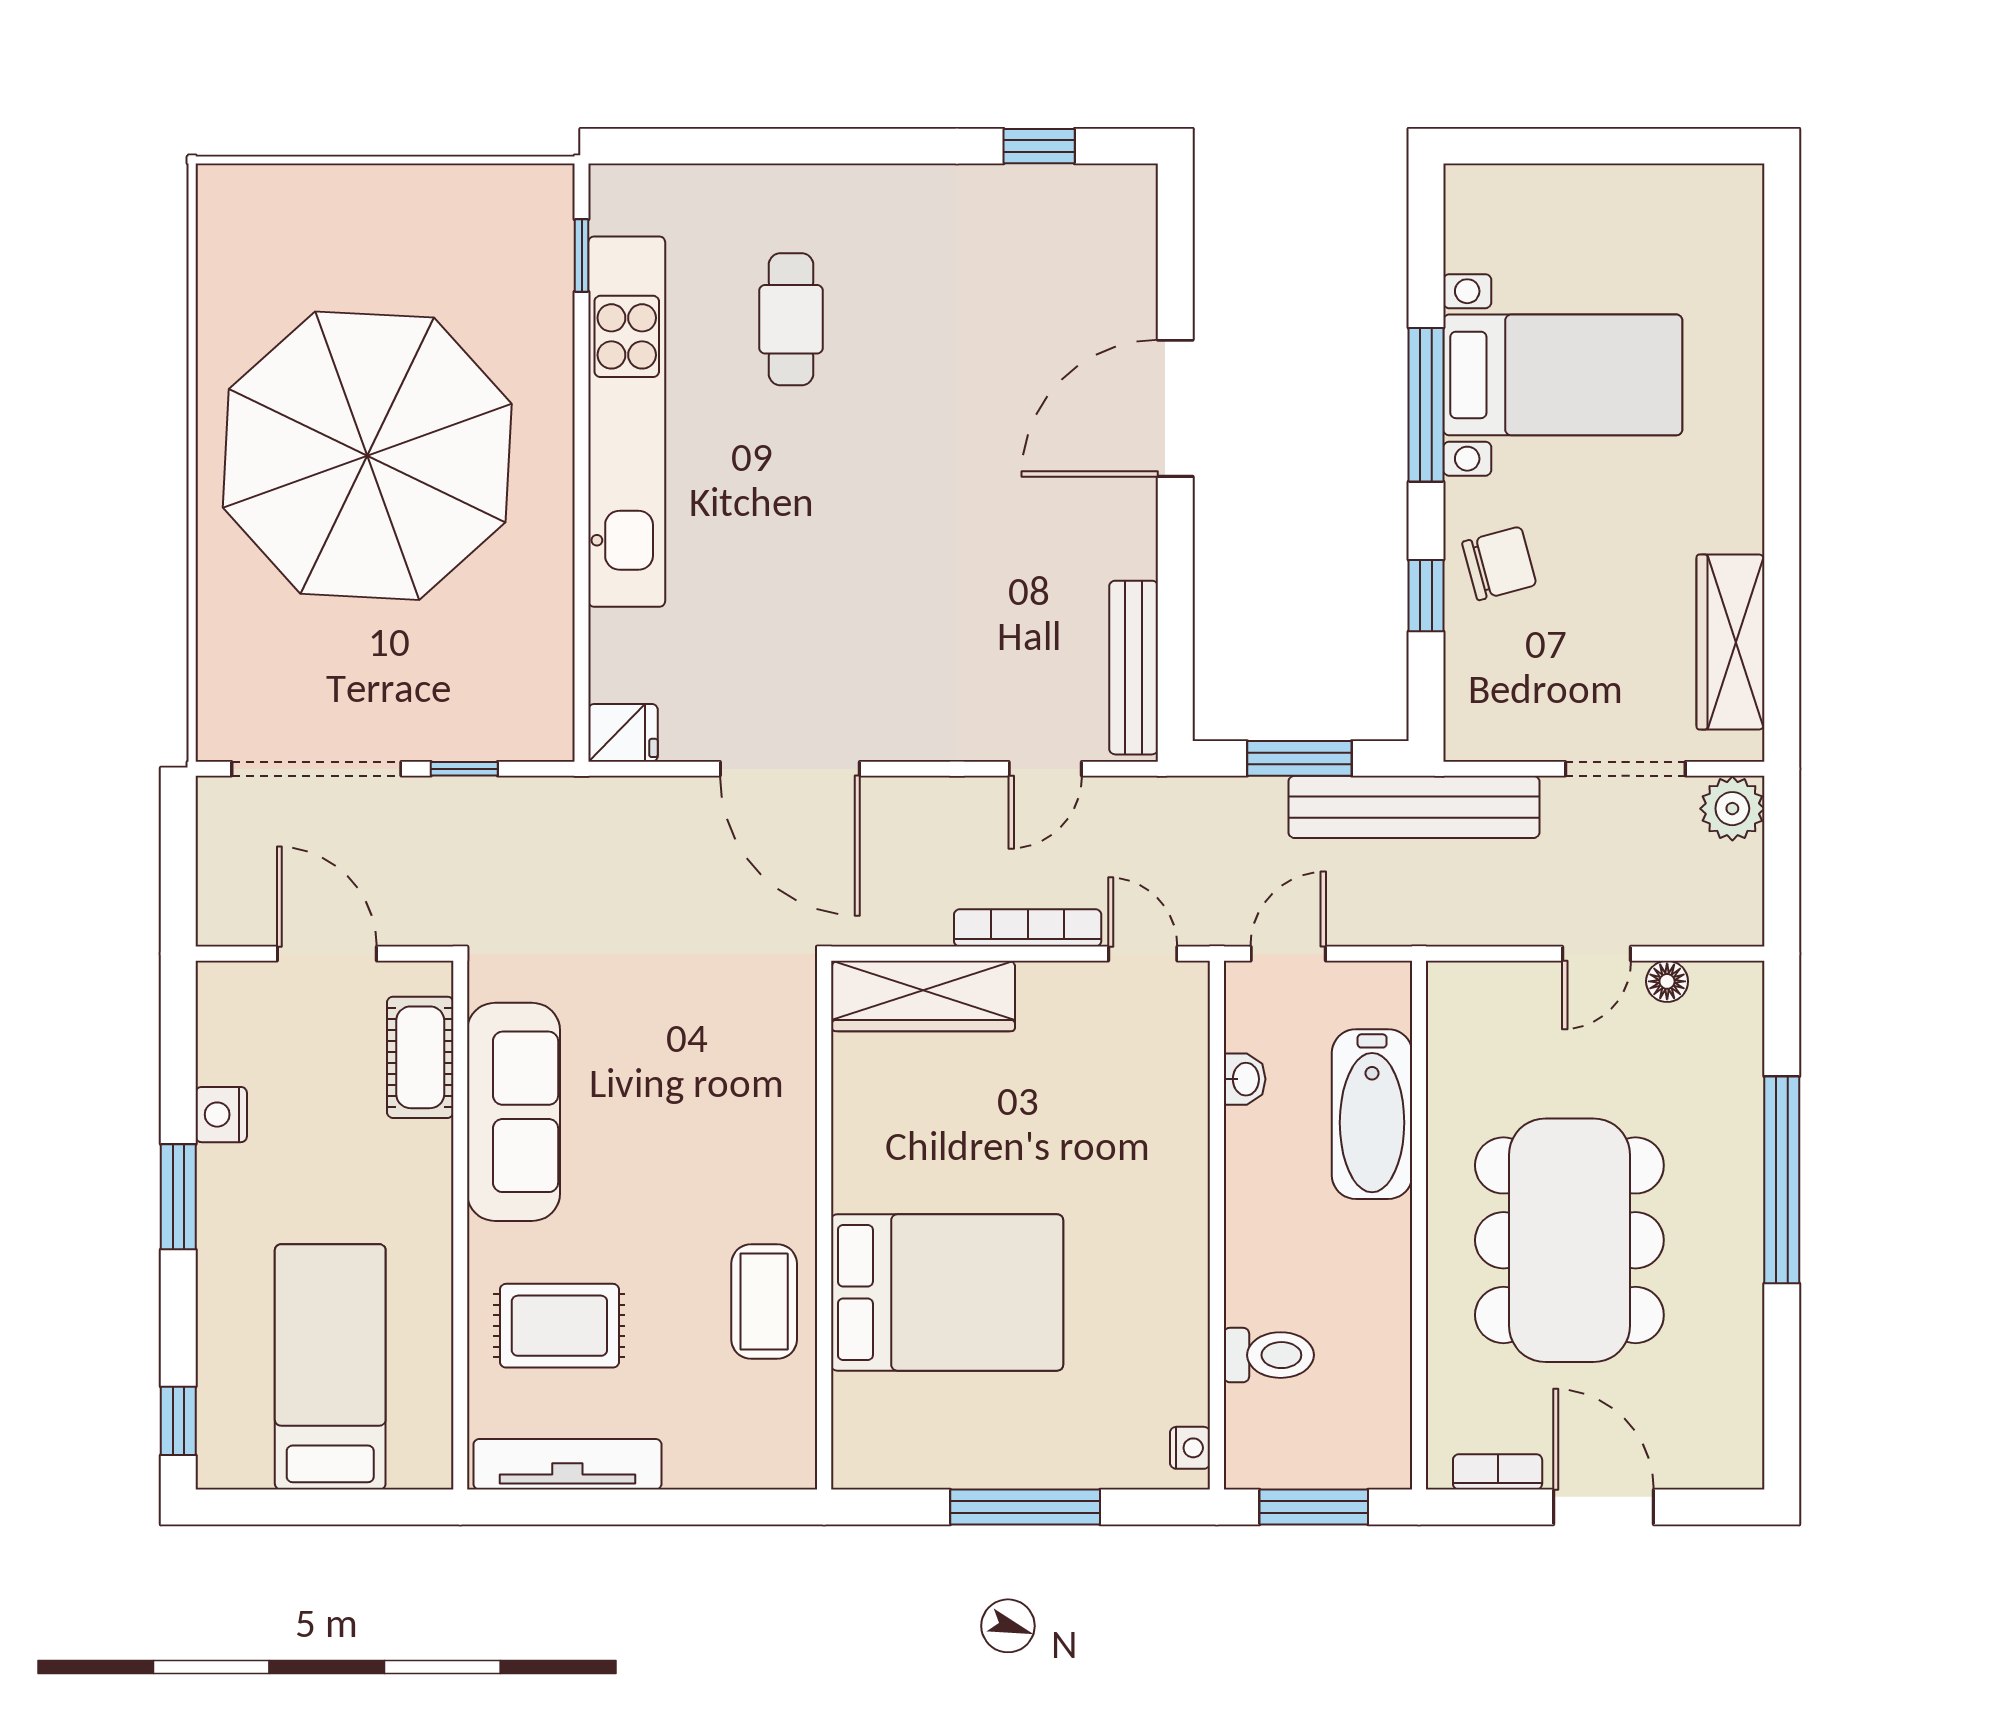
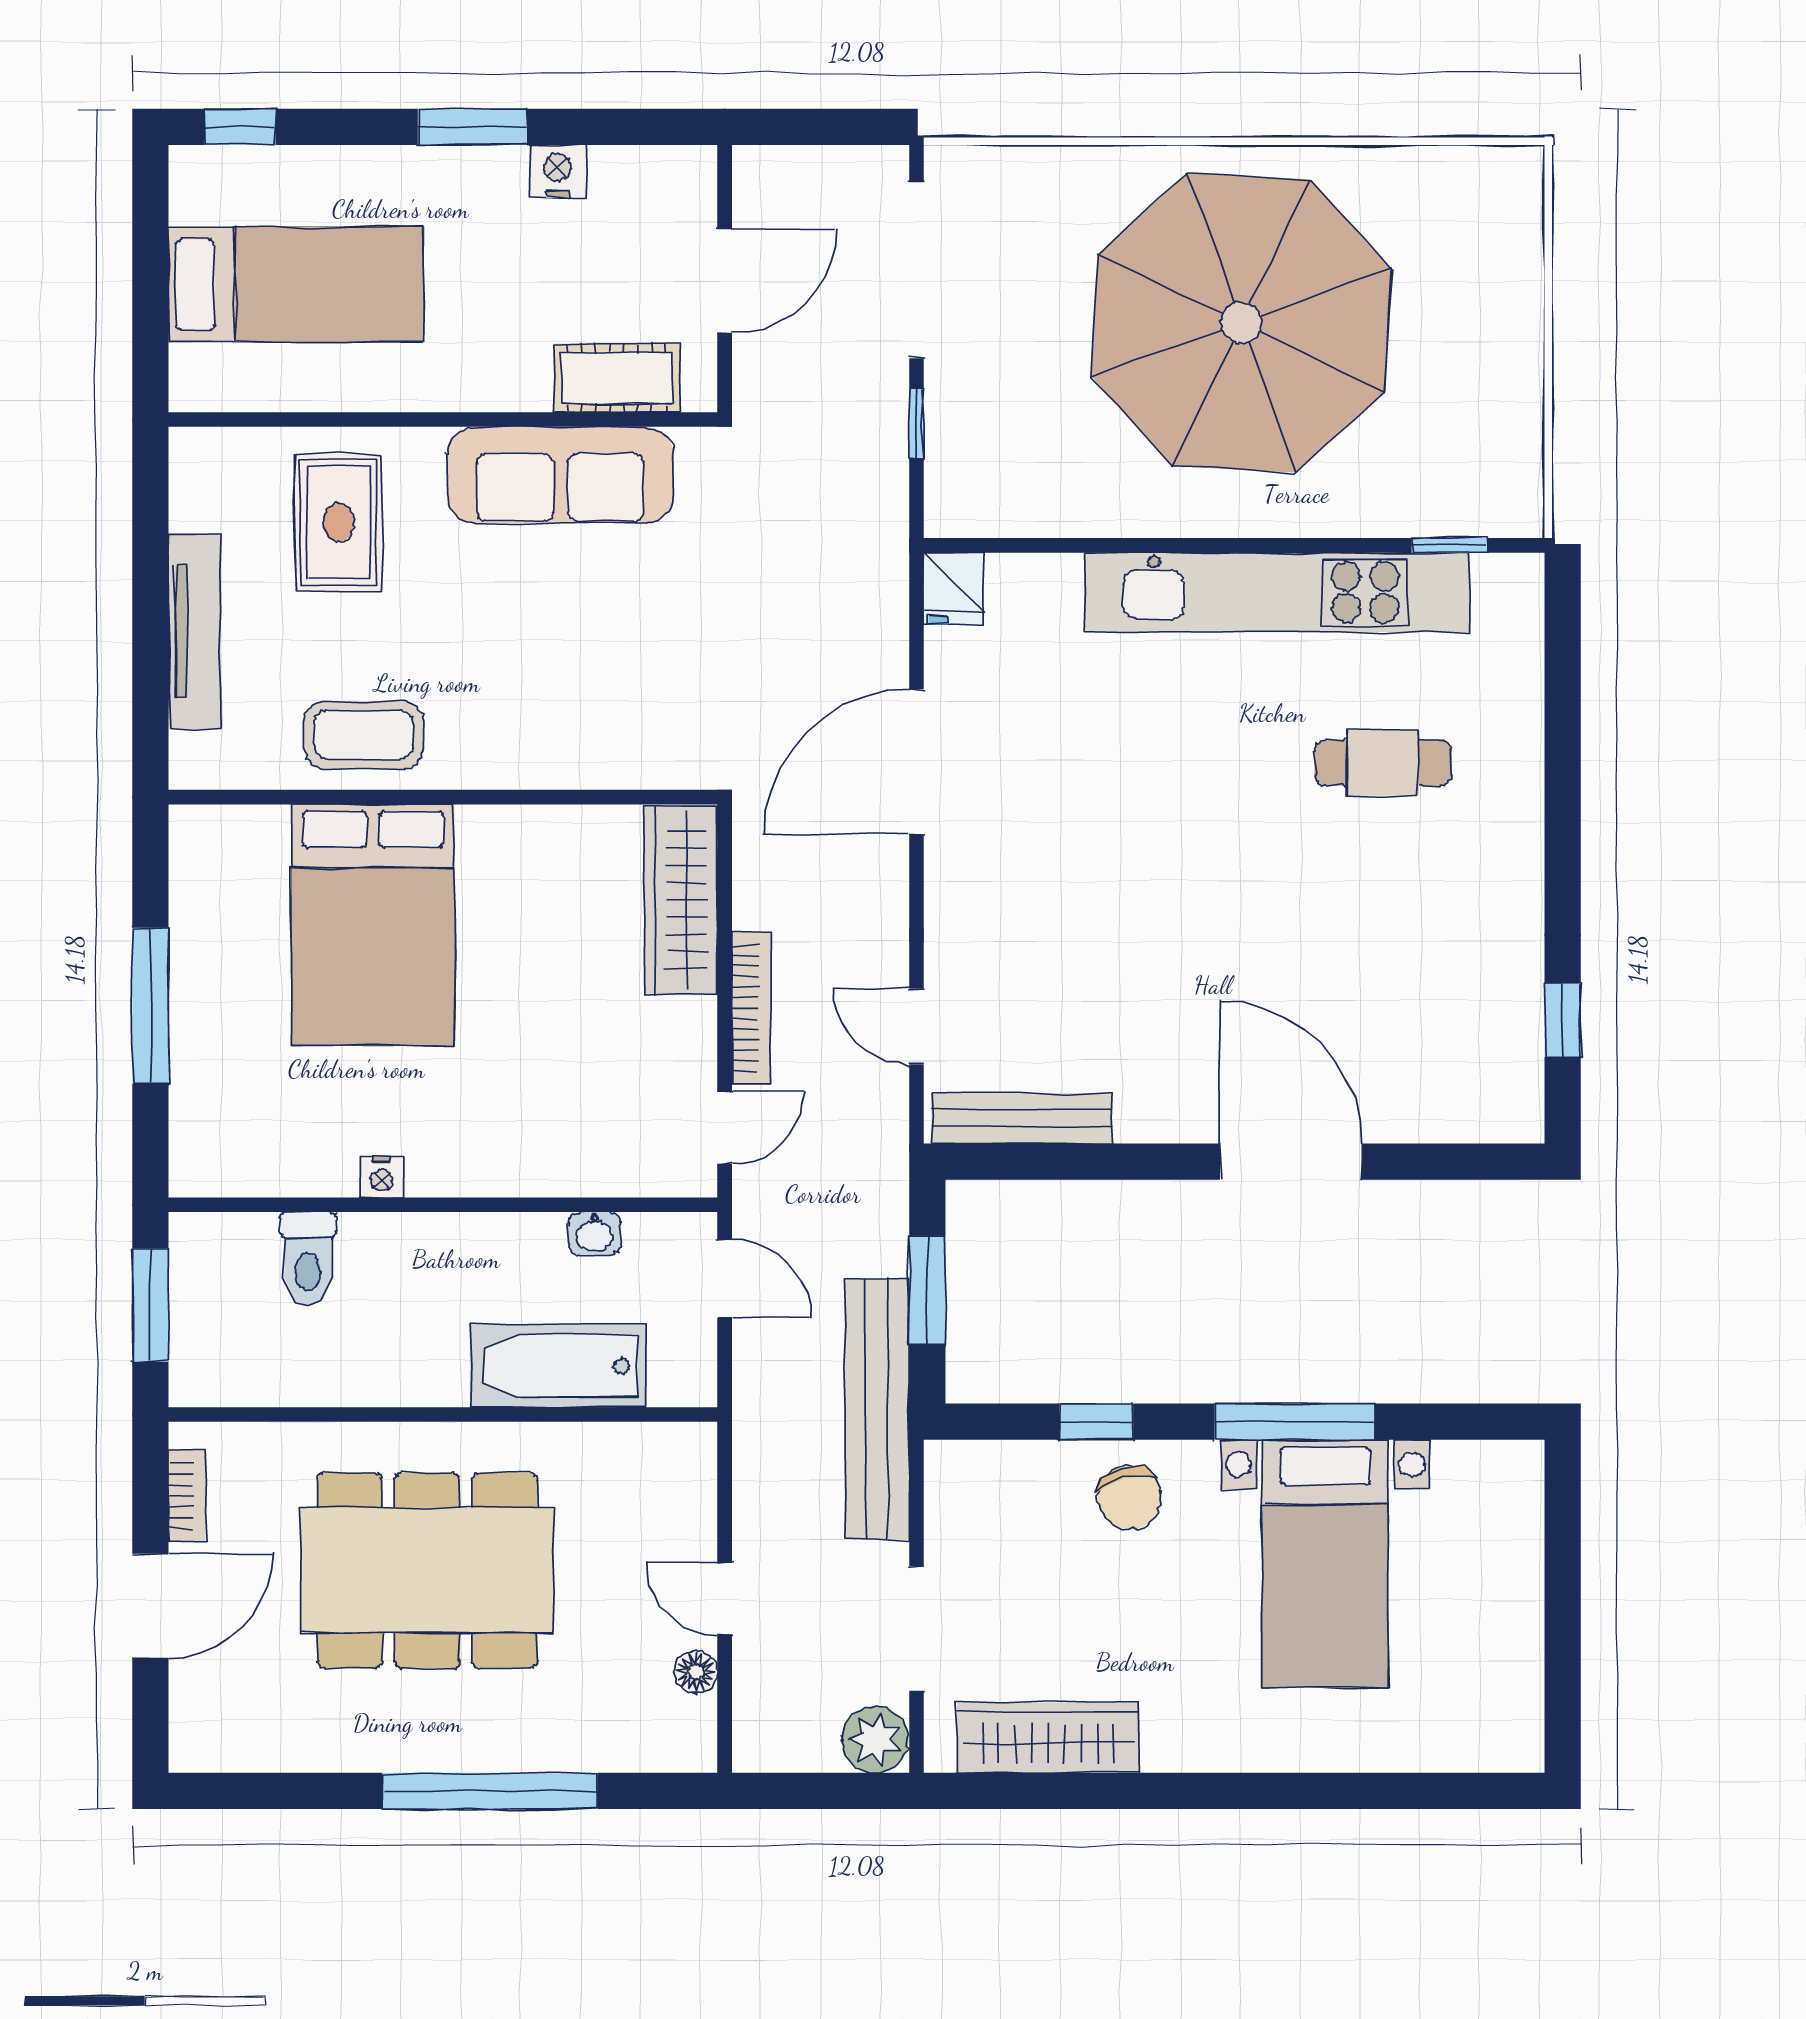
nightstand: (1190, 1448) -> (382, 1177), moved
tv unit: (567, 1464) -> (195, 631), moved

